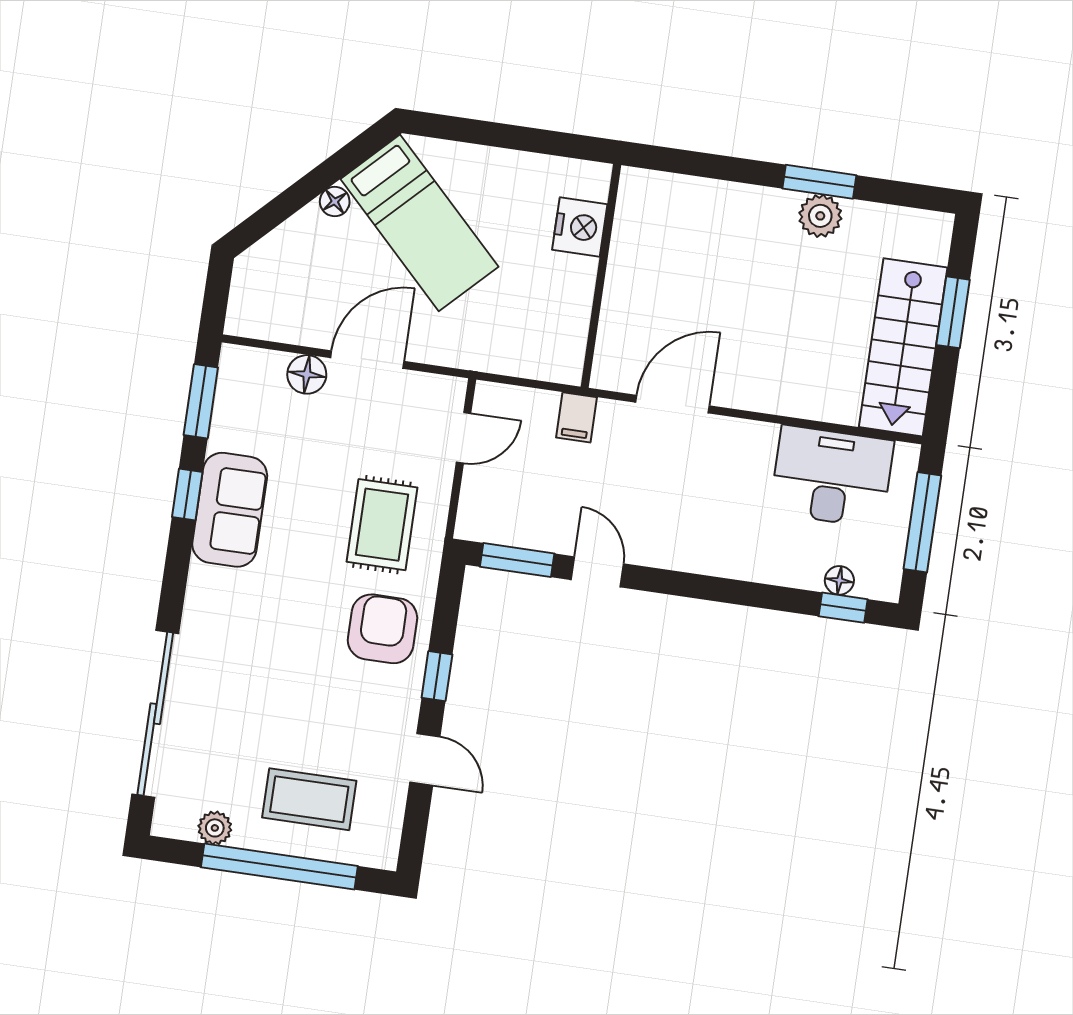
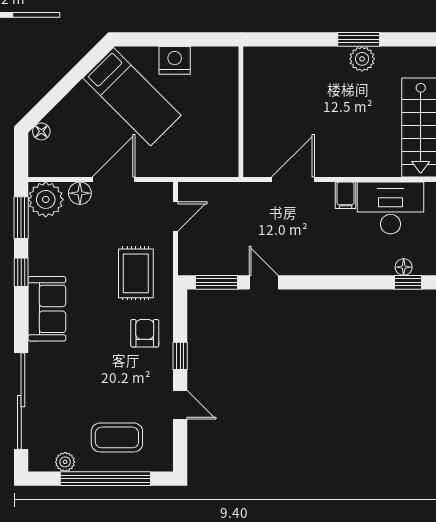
floor lamp: (335, 202) -> (41, 131), moved
nightstand: (580, 227) -> (175, 60), moved, turned -90
plant: (247, 377) -> (46, 199), added
filing cabinet: (576, 417) -> (345, 195), moved
sofa: (230, 510) -> (47, 309), moved
armchair: (382, 629) -> (145, 333), width x0.72, depth x0.72

